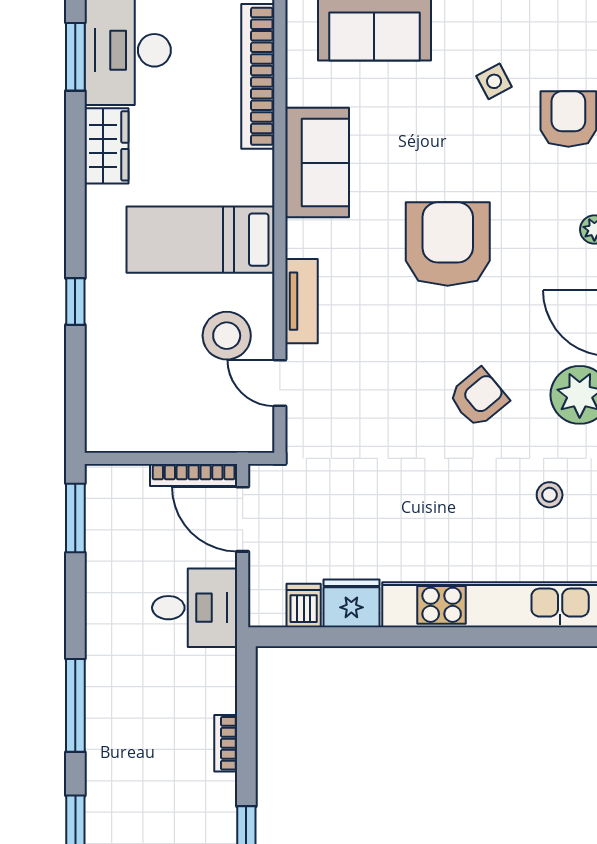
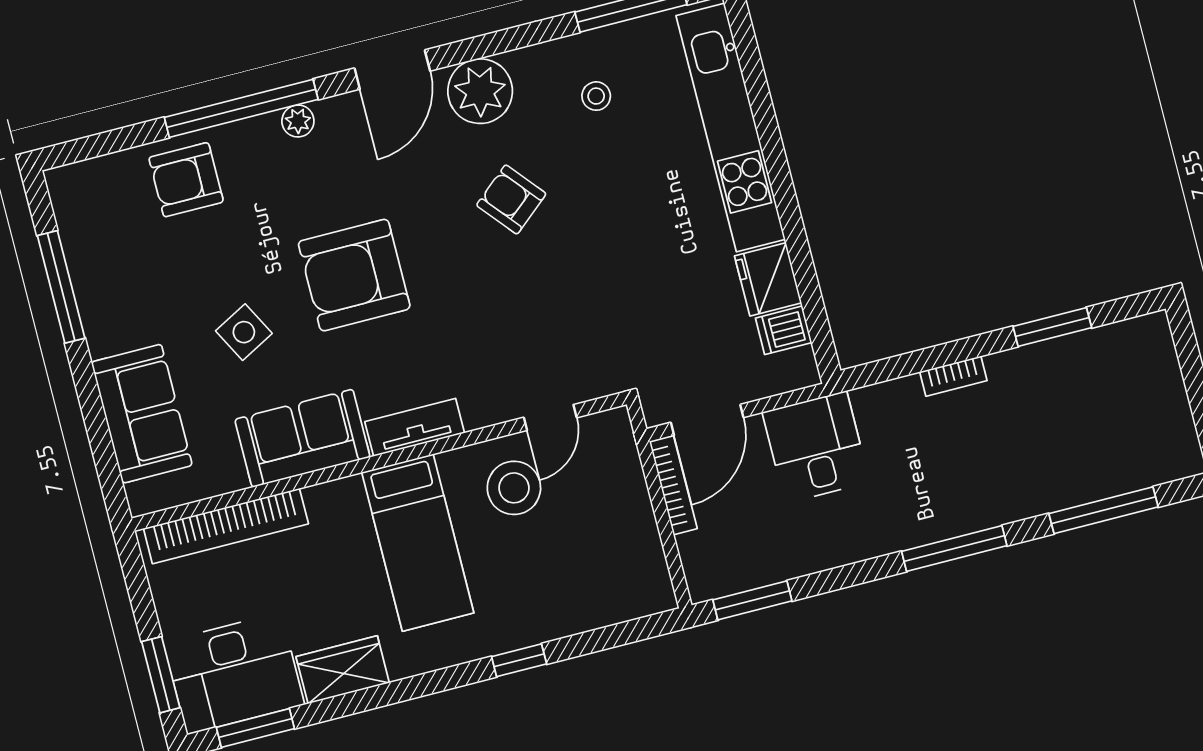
side table: (494, 81) -> (244, 332), moved, width x1.37, depth x1.37
tv unit: (302, 301) -> (415, 427), moved

